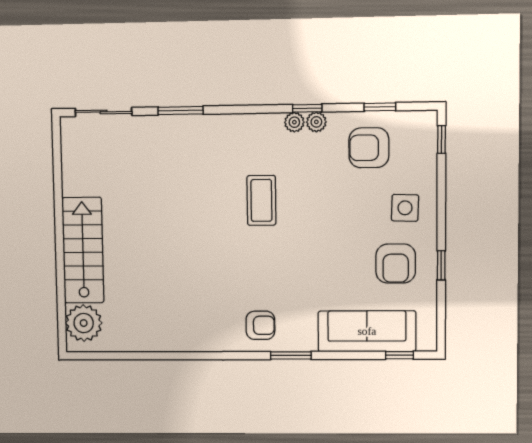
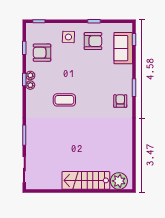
armchair: (369, 148) -> (42, 53), turned 90
sofa: (367, 331) -> (123, 48), width x0.73

